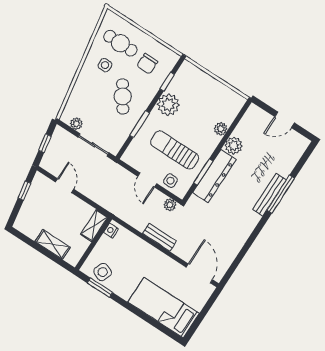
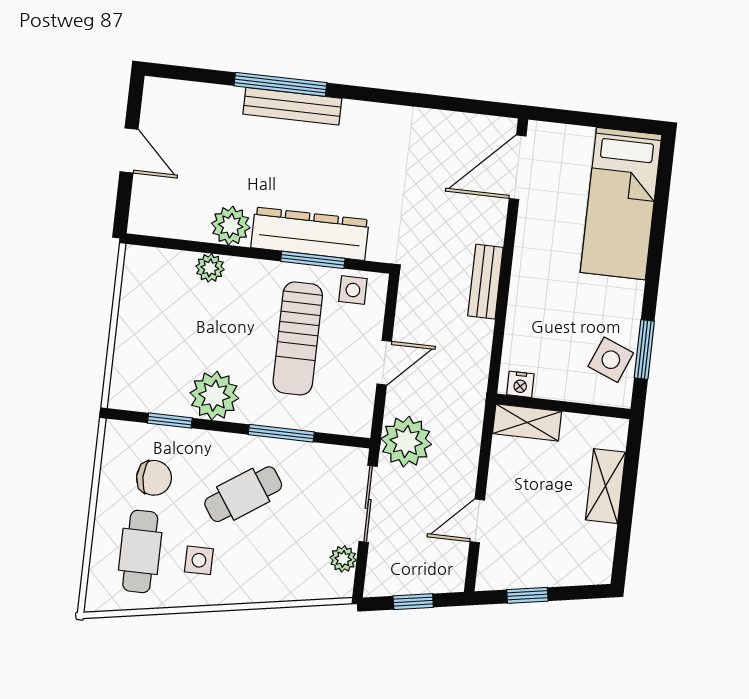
side table: (170, 181) -> (353, 290), moved
plant: (170, 205) -> (406, 442), moved, width x1.87, depth x1.87

